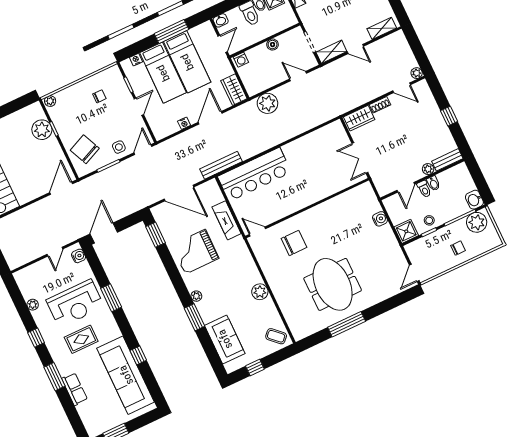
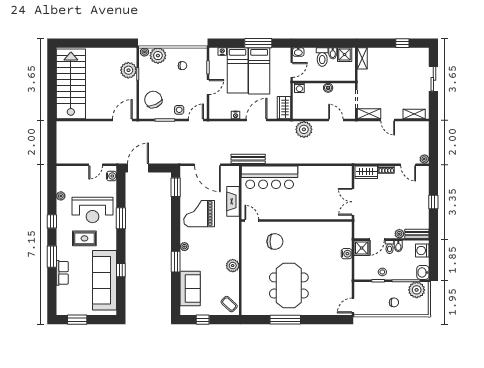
plant: (67, 98) -> (158, 56), added
washing machine: (462, 176) -> (422, 251), added
shower: (406, 231) -> (362, 248), moved

